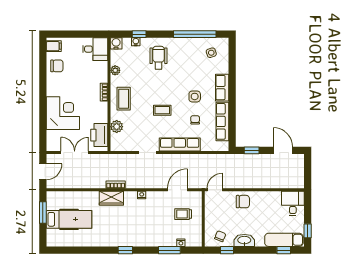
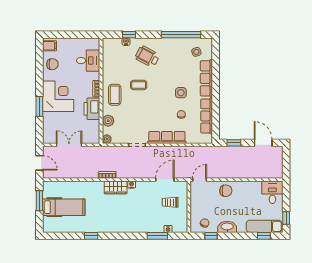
water cooler: (116, 43) -> (108, 43), removed
desk: (95, 49) -> (88, 61), moved
wheelchair: (159, 58) -> (147, 56), turned -62
plant: (115, 70) -> (107, 139), moved
row of seats: (222, 88) -> (206, 78), width x1.48
coffee table: (162, 110) -> (139, 85), moved
window: (43, 111) -> (39, 106), added
corner desk: (63, 113) -> (58, 96), moved
printer: (99, 135) -> (92, 109), moved
door: (43, 172) -> (39, 163), hinge flipped
wardrobe: (111, 198) -> (116, 187), moved
window: (125, 250) -> (91, 236), moved

